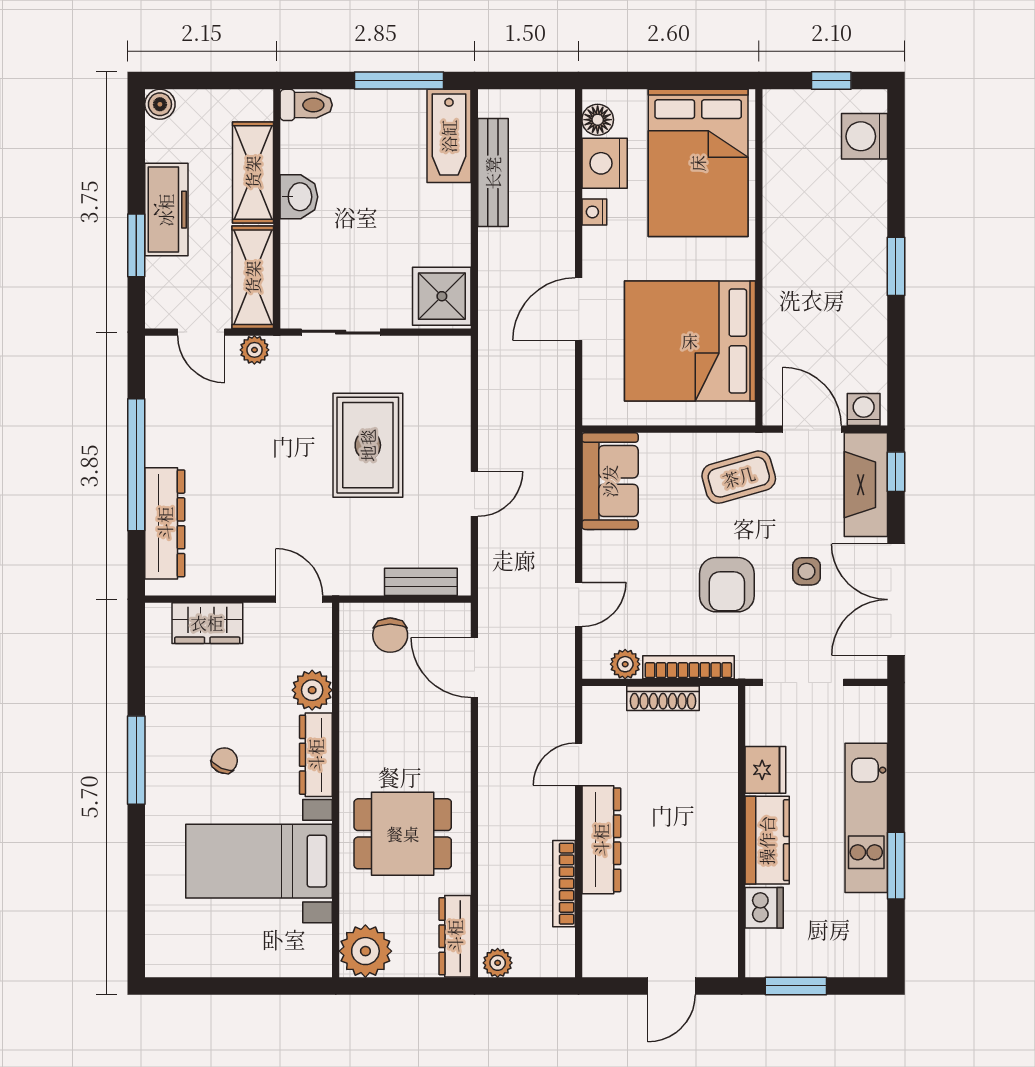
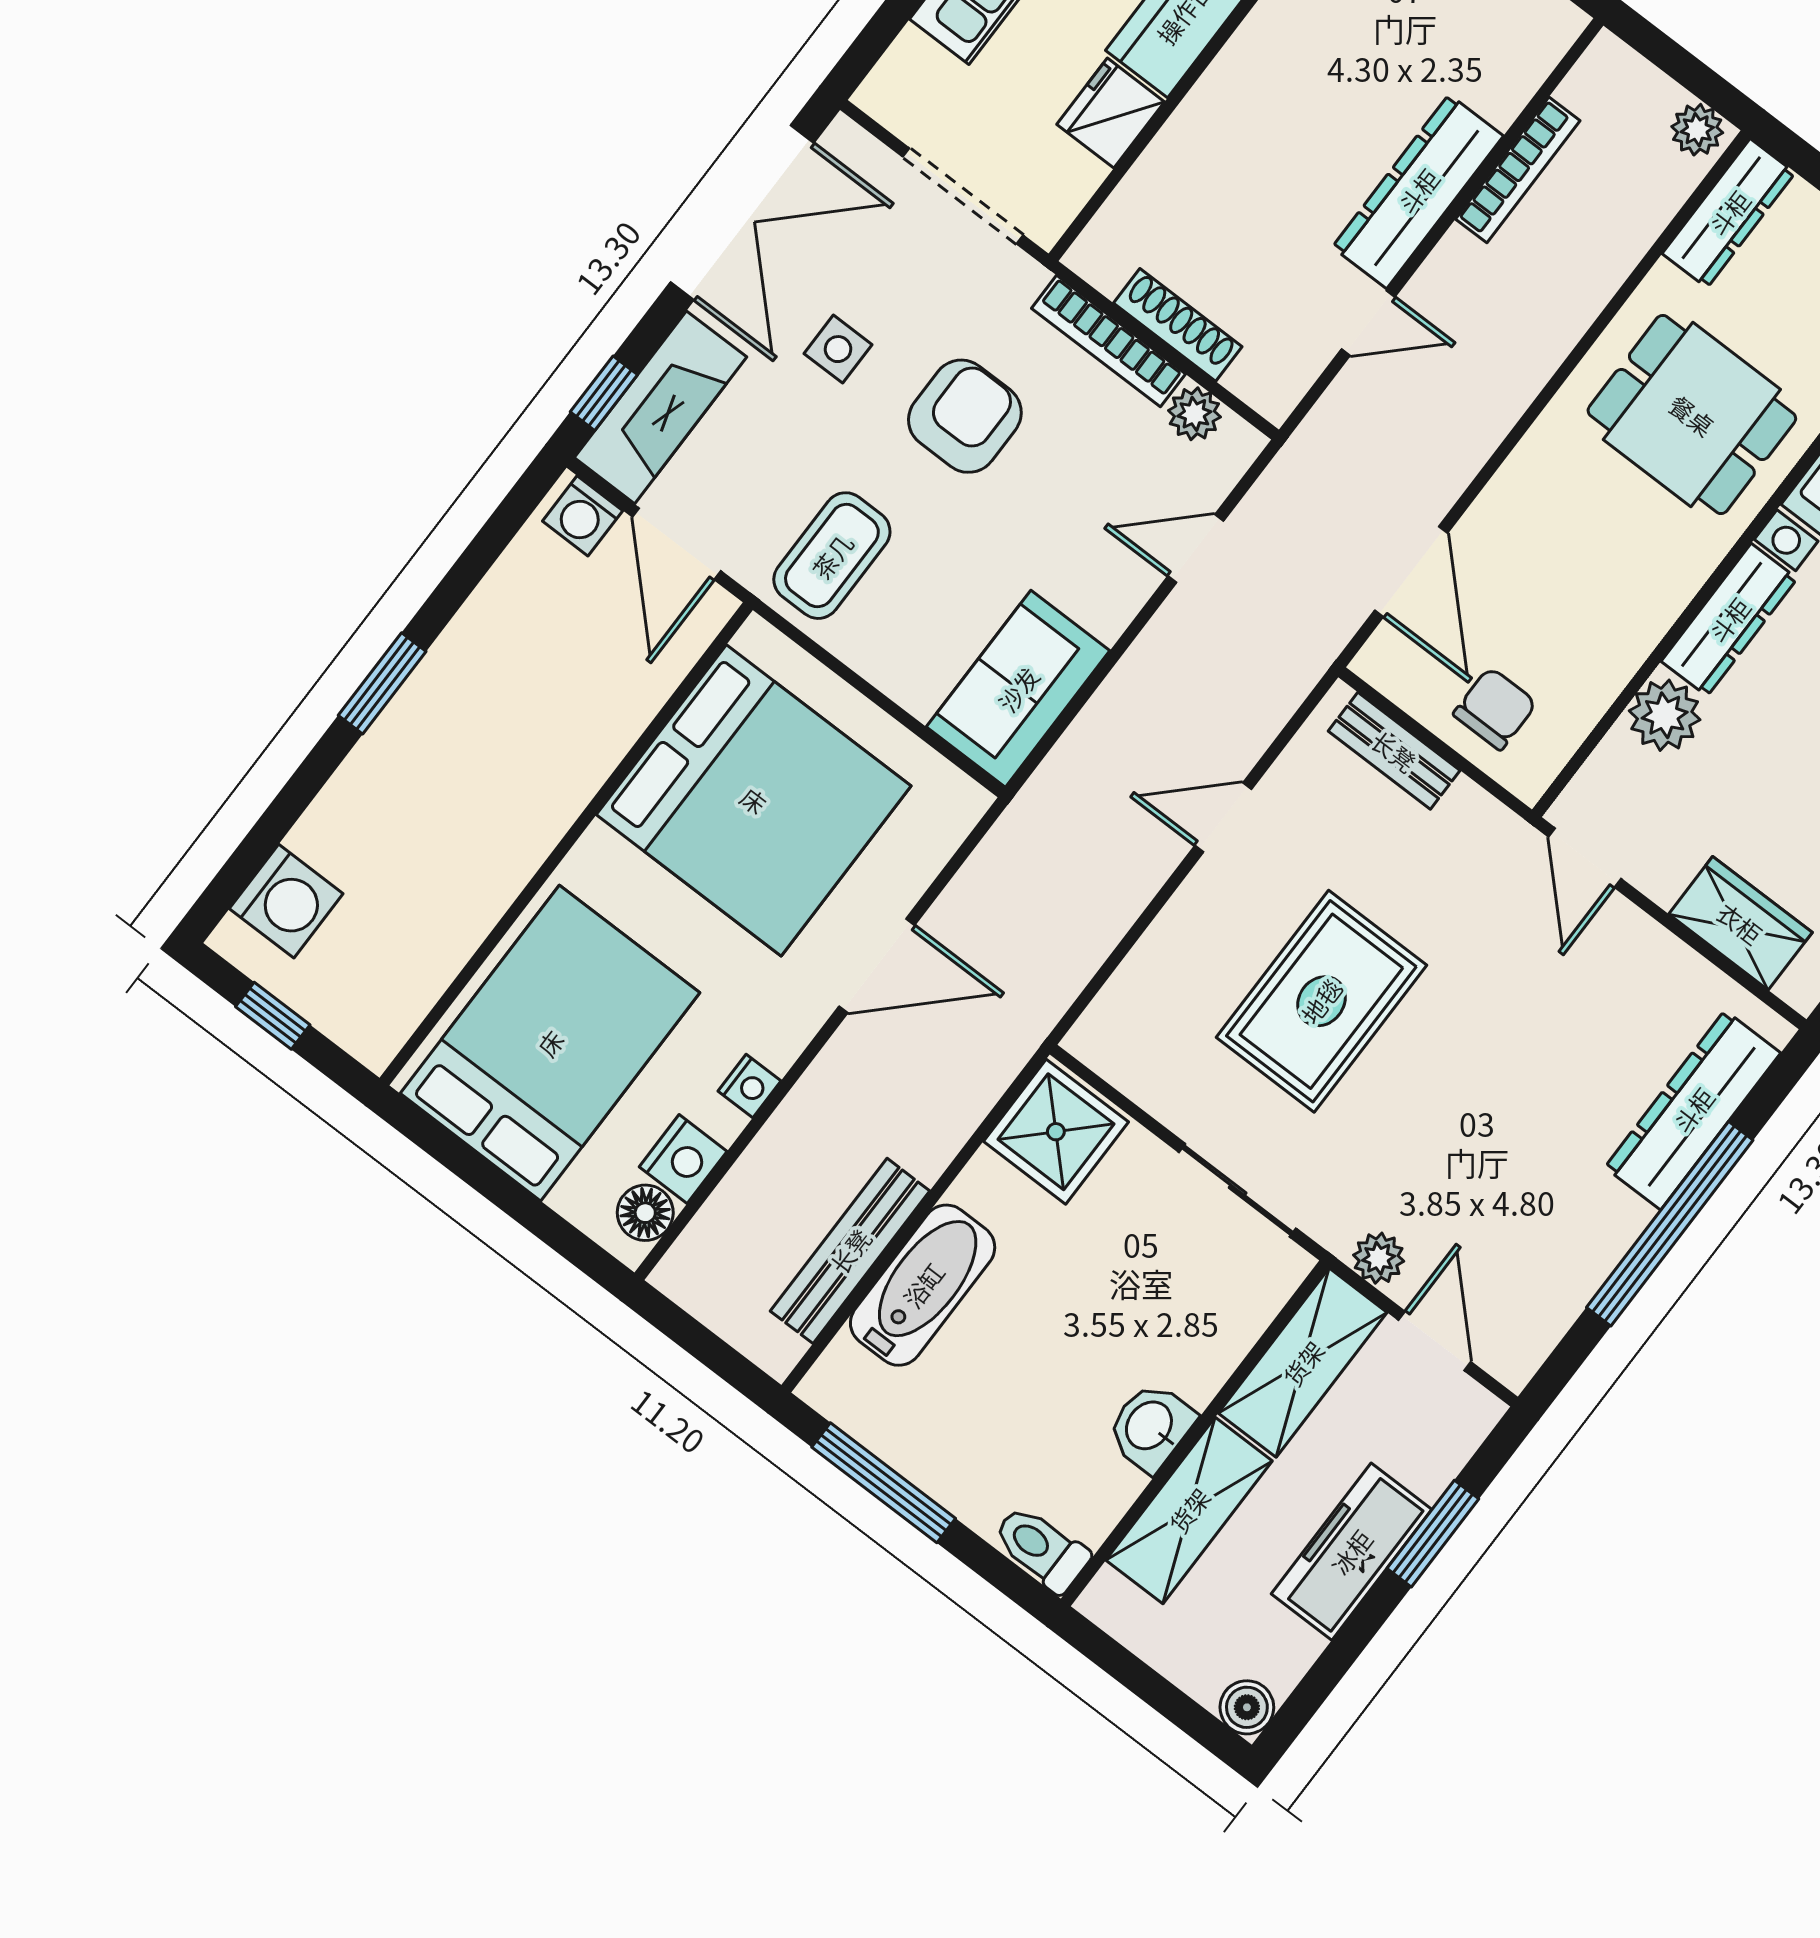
bathtub: (449, 136) -> (923, 1285), moved
nightstand: (605, 163) -> (683, 1159), width x0.74, depth x0.75
coffee table: (739, 477) -> (832, 556), turned -74

